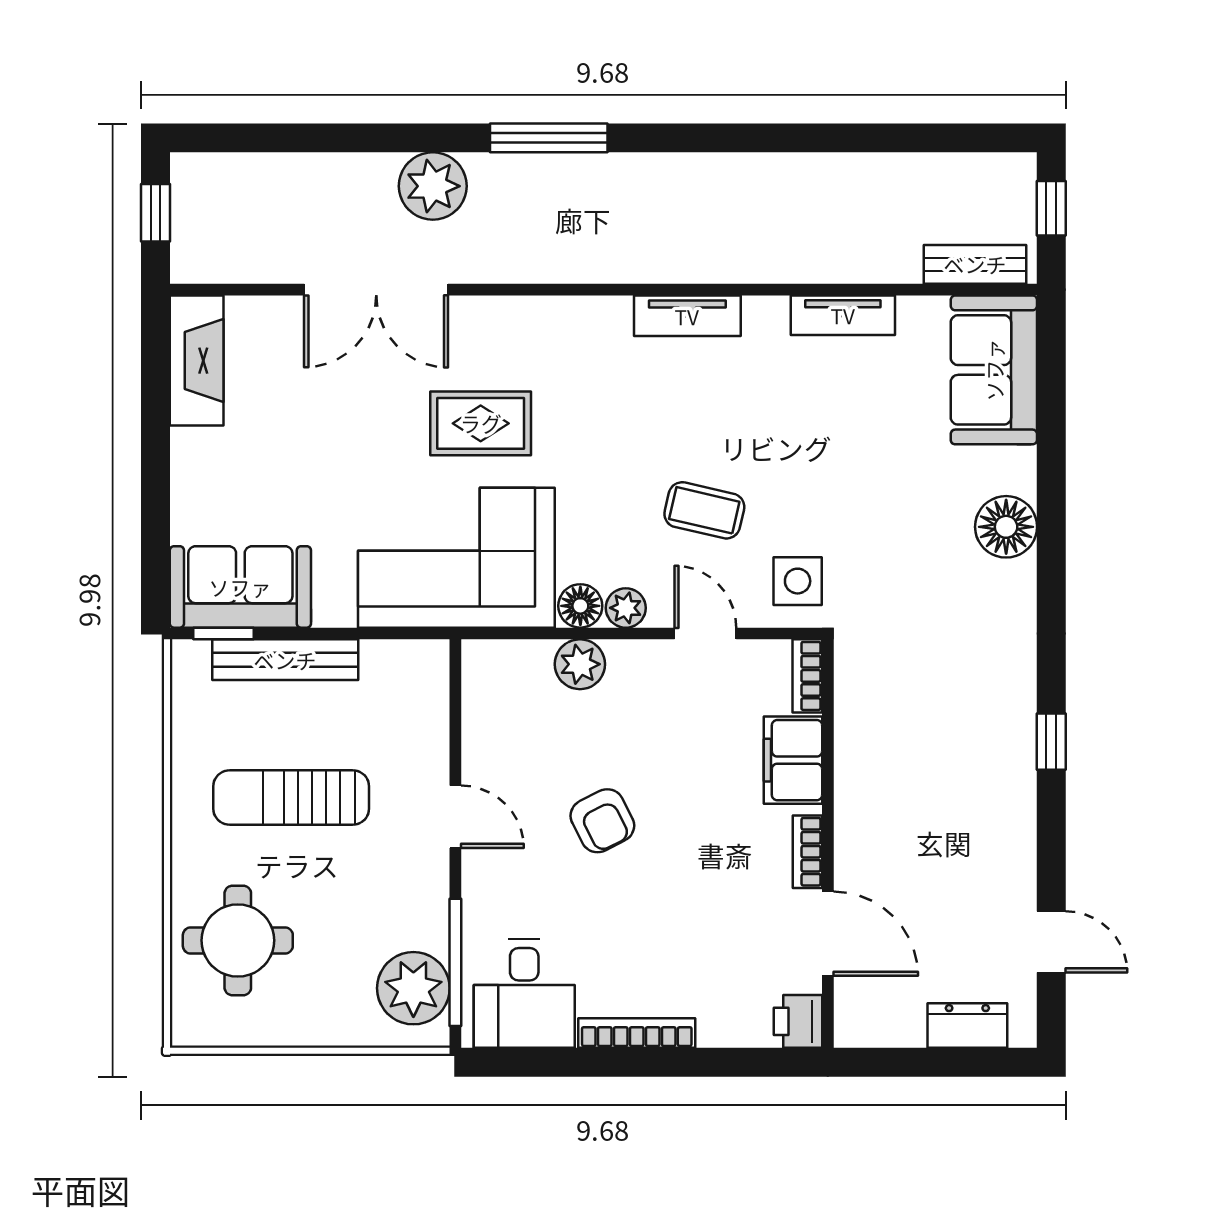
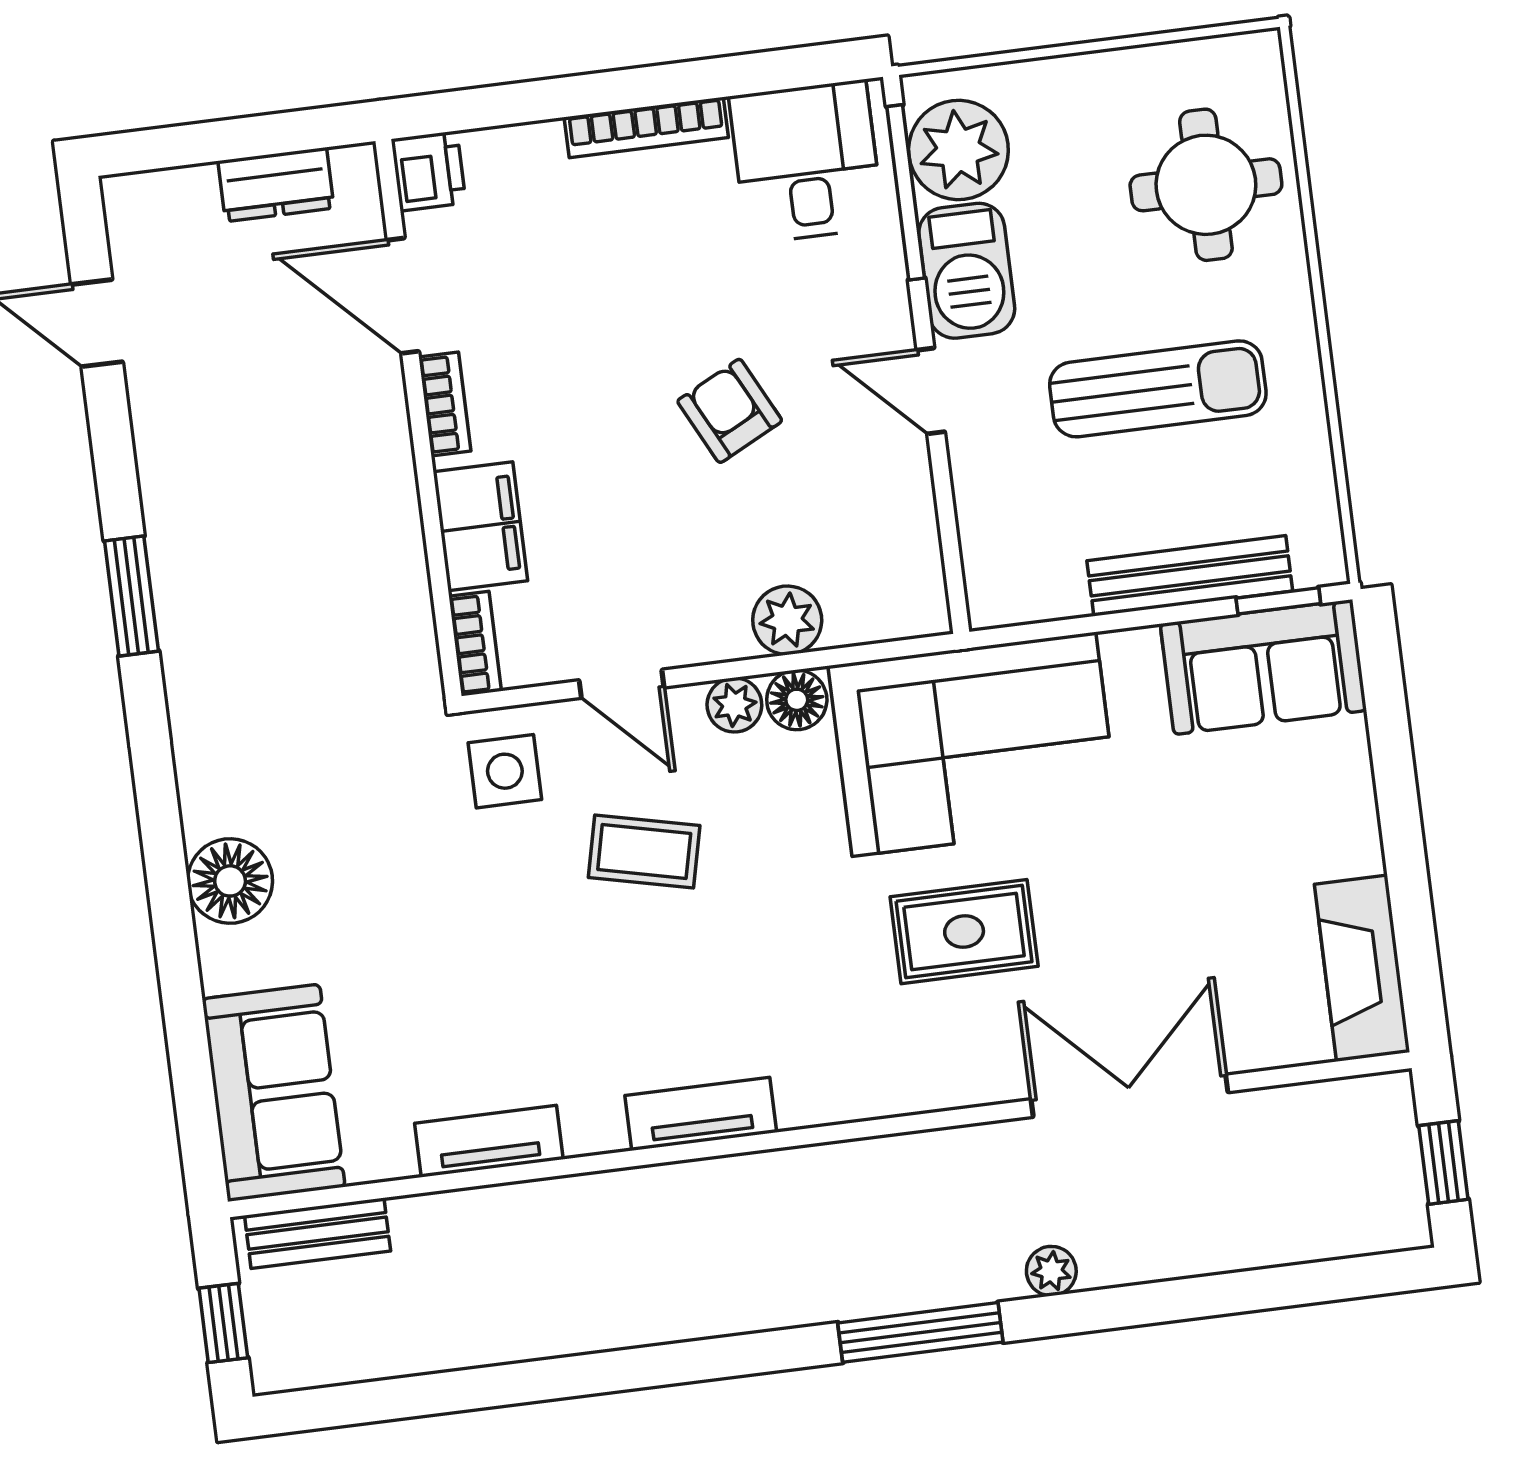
plant: (433, 186) -> (1051, 1271), width x0.53, depth x0.53
window: (1051, 742) -> (131, 596), width x1.50
barbecue: (418, 900) -> (967, 271), added
dresser: (967, 1026) -> (276, 185), moved

